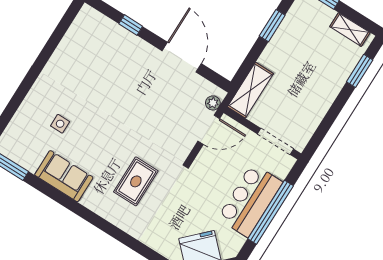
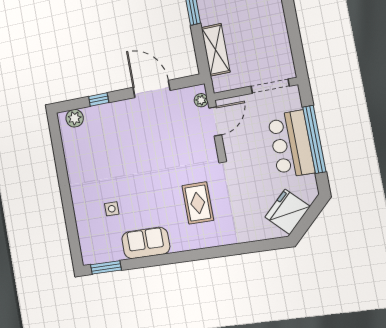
plant: (96, 21) -> (75, 118), added
shelving: (250, 90) -> (216, 50), moved

